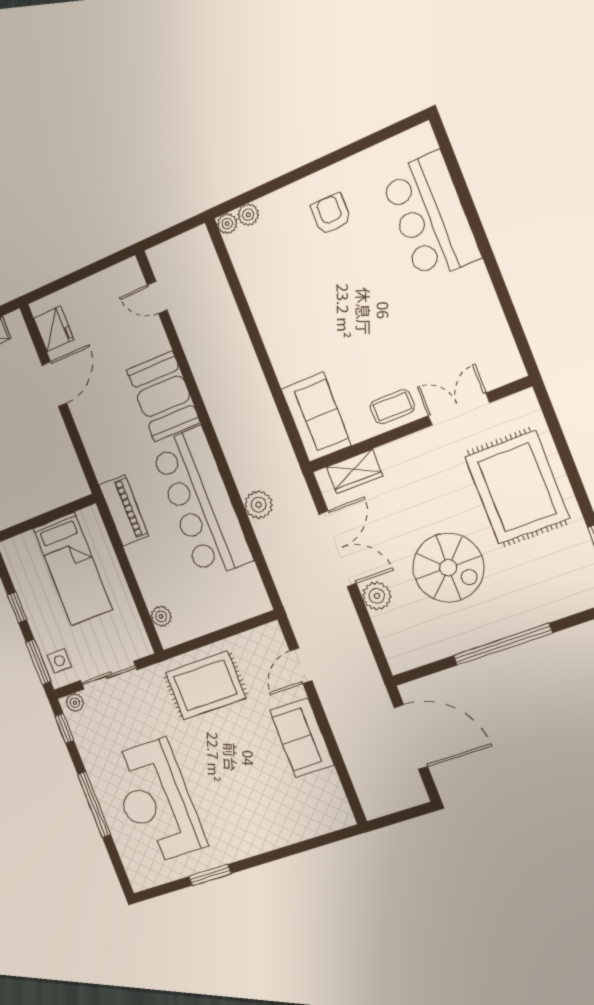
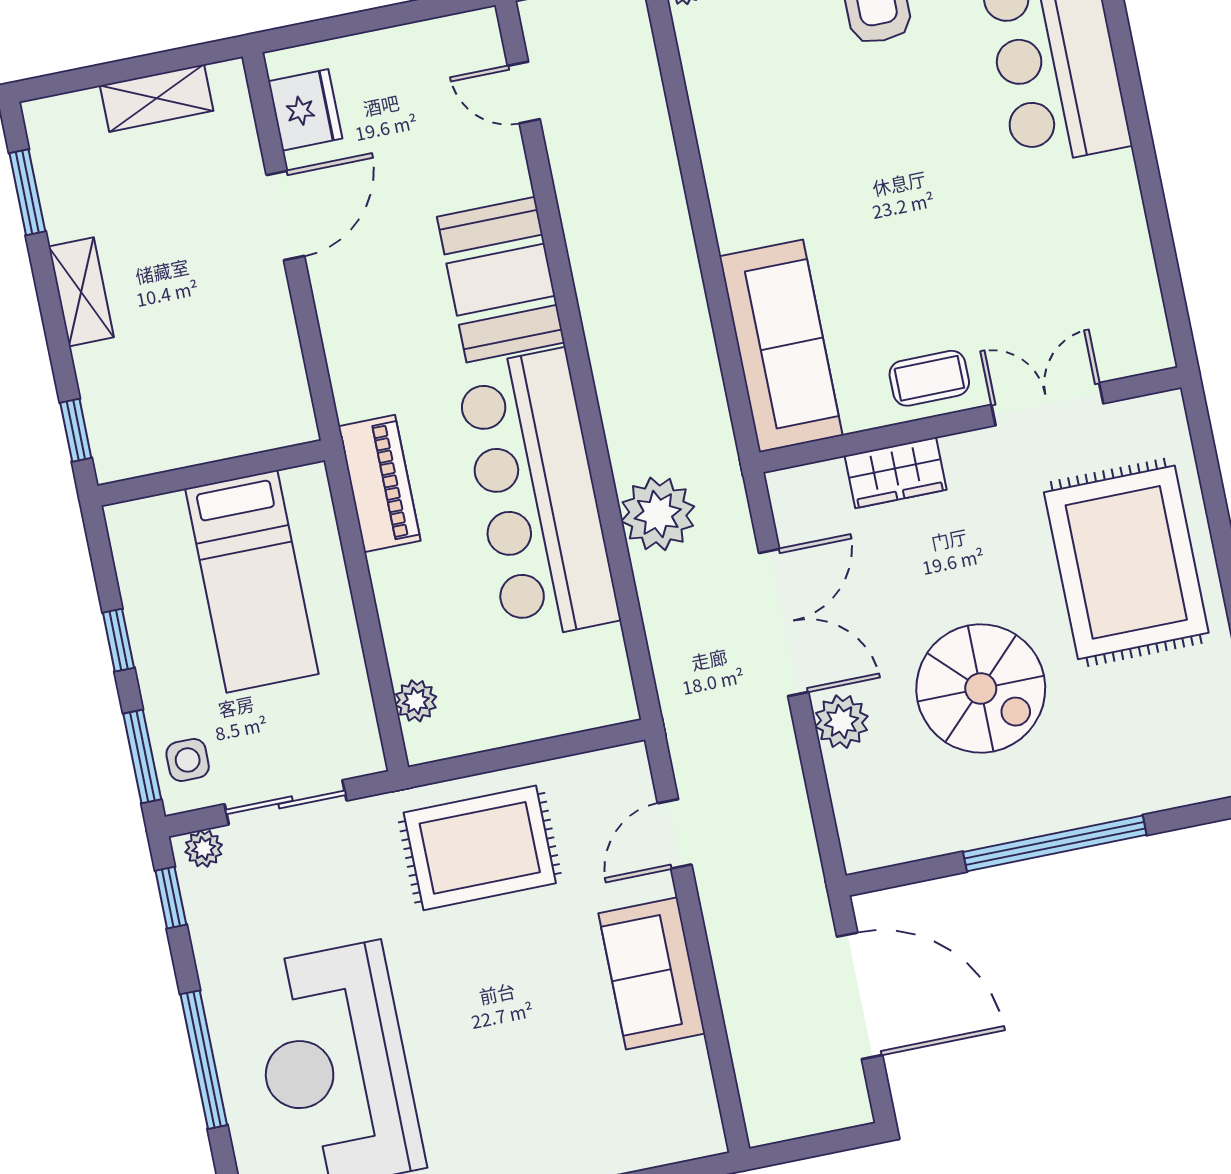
sofa: (316, 417) -> (781, 346), width x1.36
wardrobe: (354, 471) -> (896, 473), moved
plant: (258, 505) -> (658, 514), width x1.36, depth x1.36

